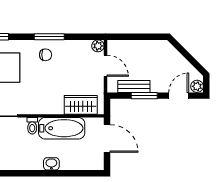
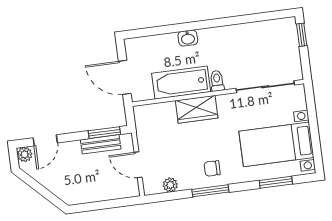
plant: (98, 46) -> (170, 185), moved
window: (144, 96) -> (104, 133), moved
wardrobe: (81, 105) -> (197, 109), moved

